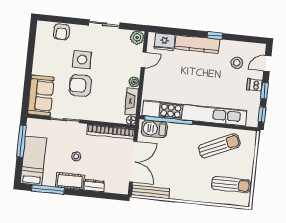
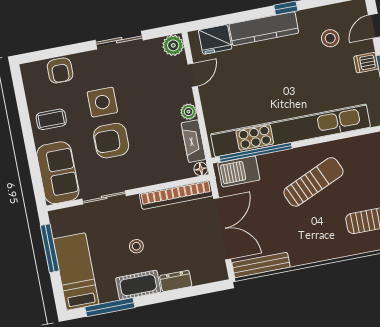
coffee table: (47, 61) -> (51, 119), added
sun lounger: (219, 146) -> (313, 182), moved

